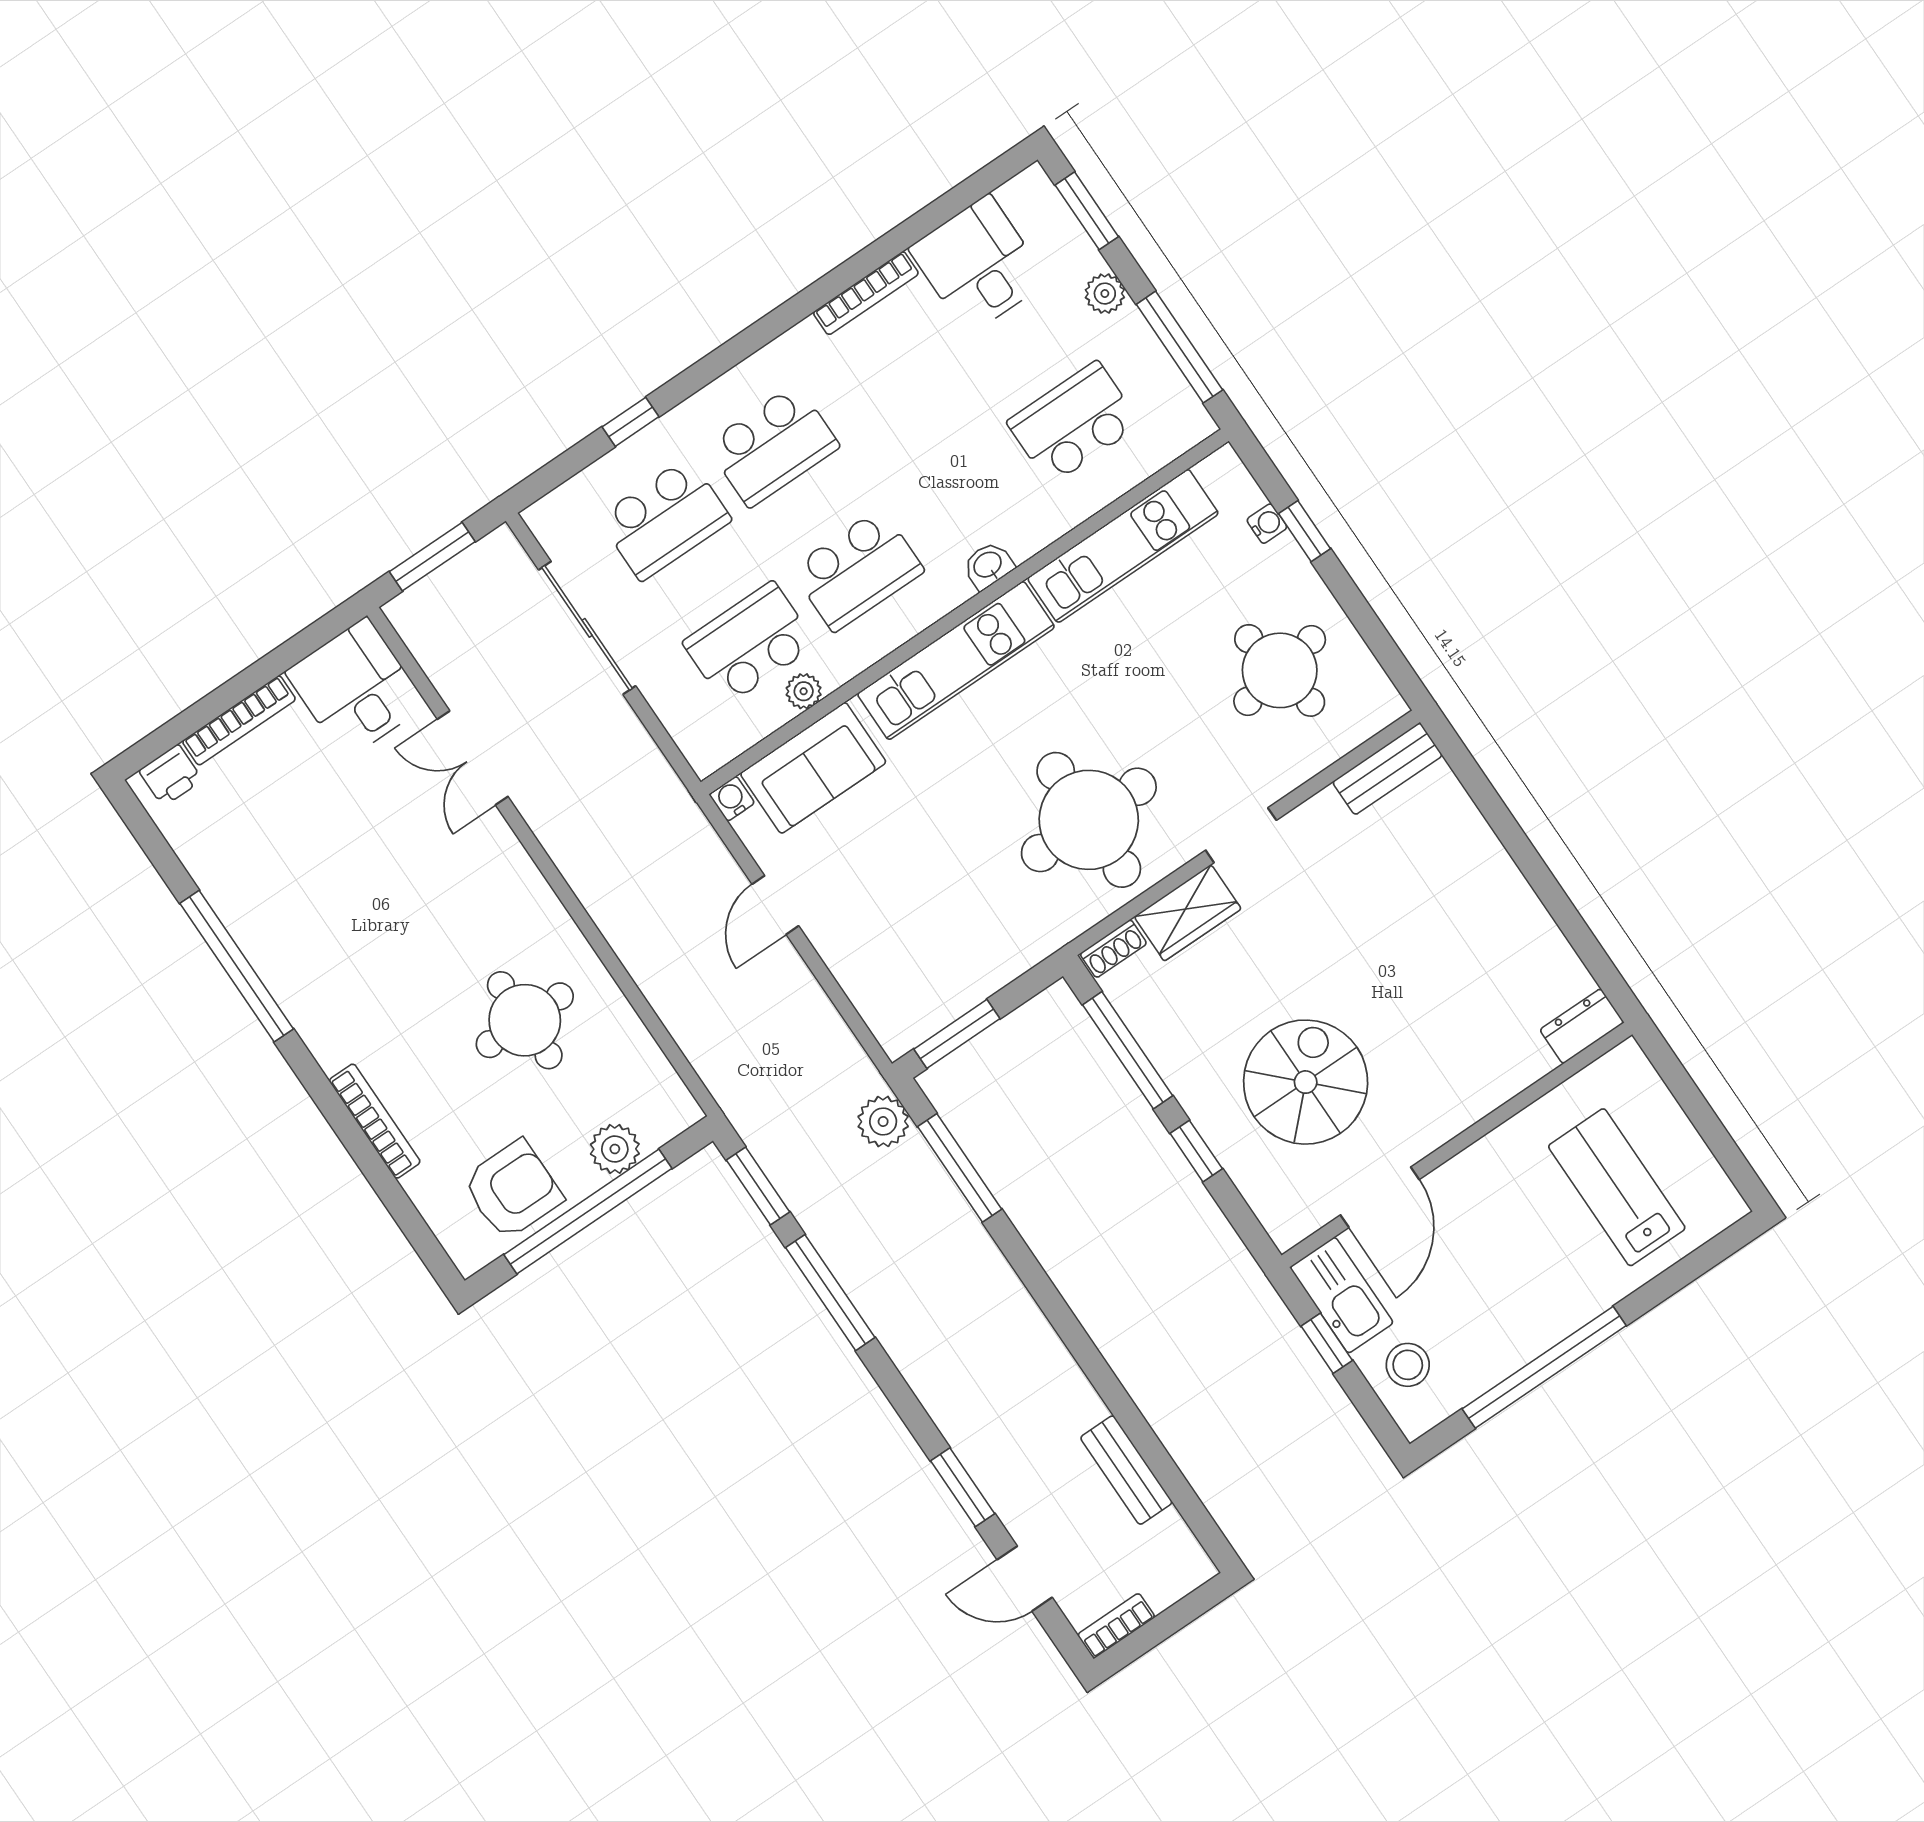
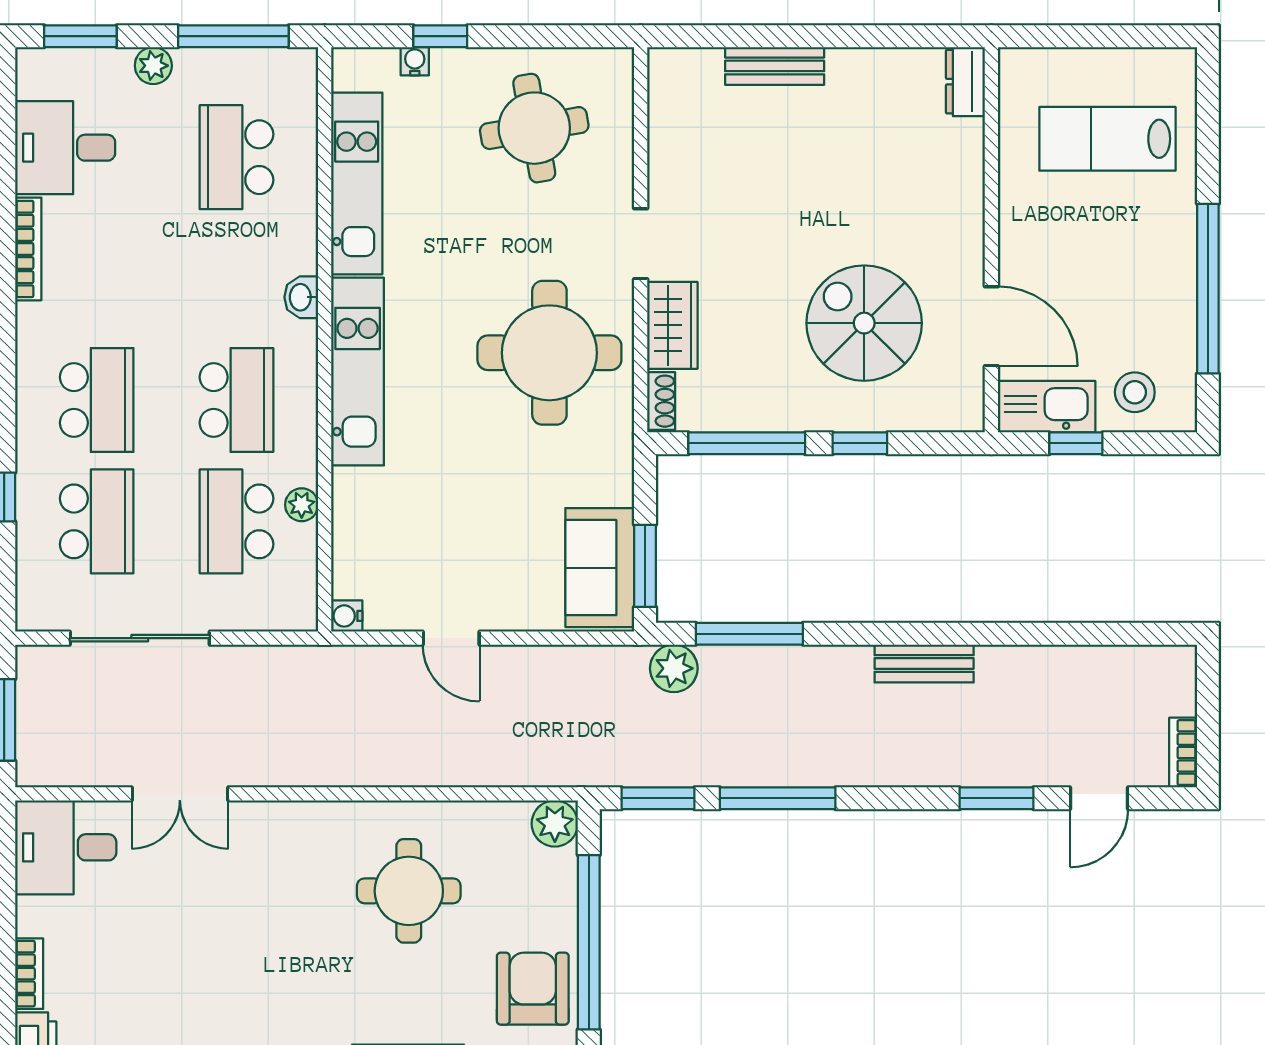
bookcase: (239, 720) -> (29, 974), width x0.64
sofa: (813, 768) -> (600, 568), moved, turned 180
bench: (1387, 769) -> (775, 66), moved, turned 90
plant: (615, 1149) -> (555, 824), moved
bench: (1126, 1470) -> (924, 663), moved

